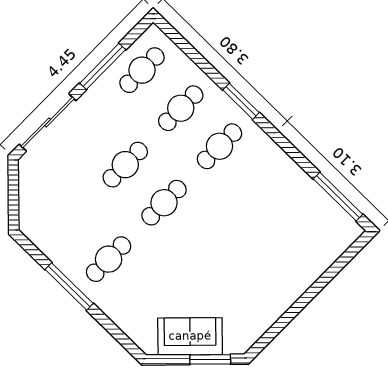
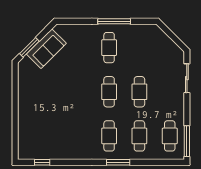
window: (103, 66) -> (187, 141), moved
sliding door: (48, 122) -> (187, 78), width x0.73
window: (338, 197) -> (42, 162), width x0.46

